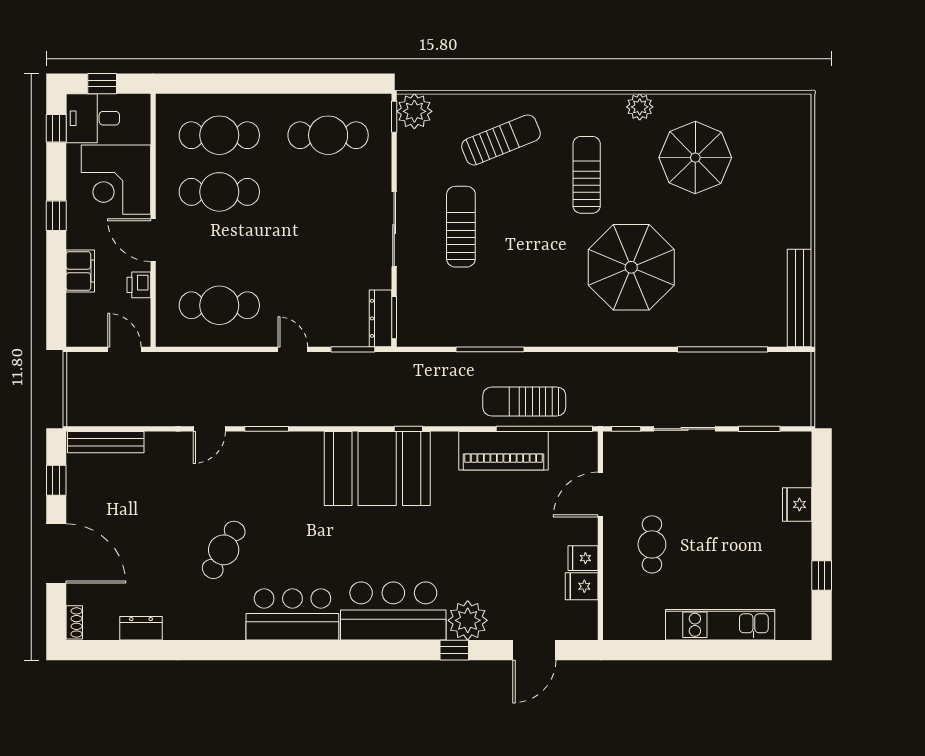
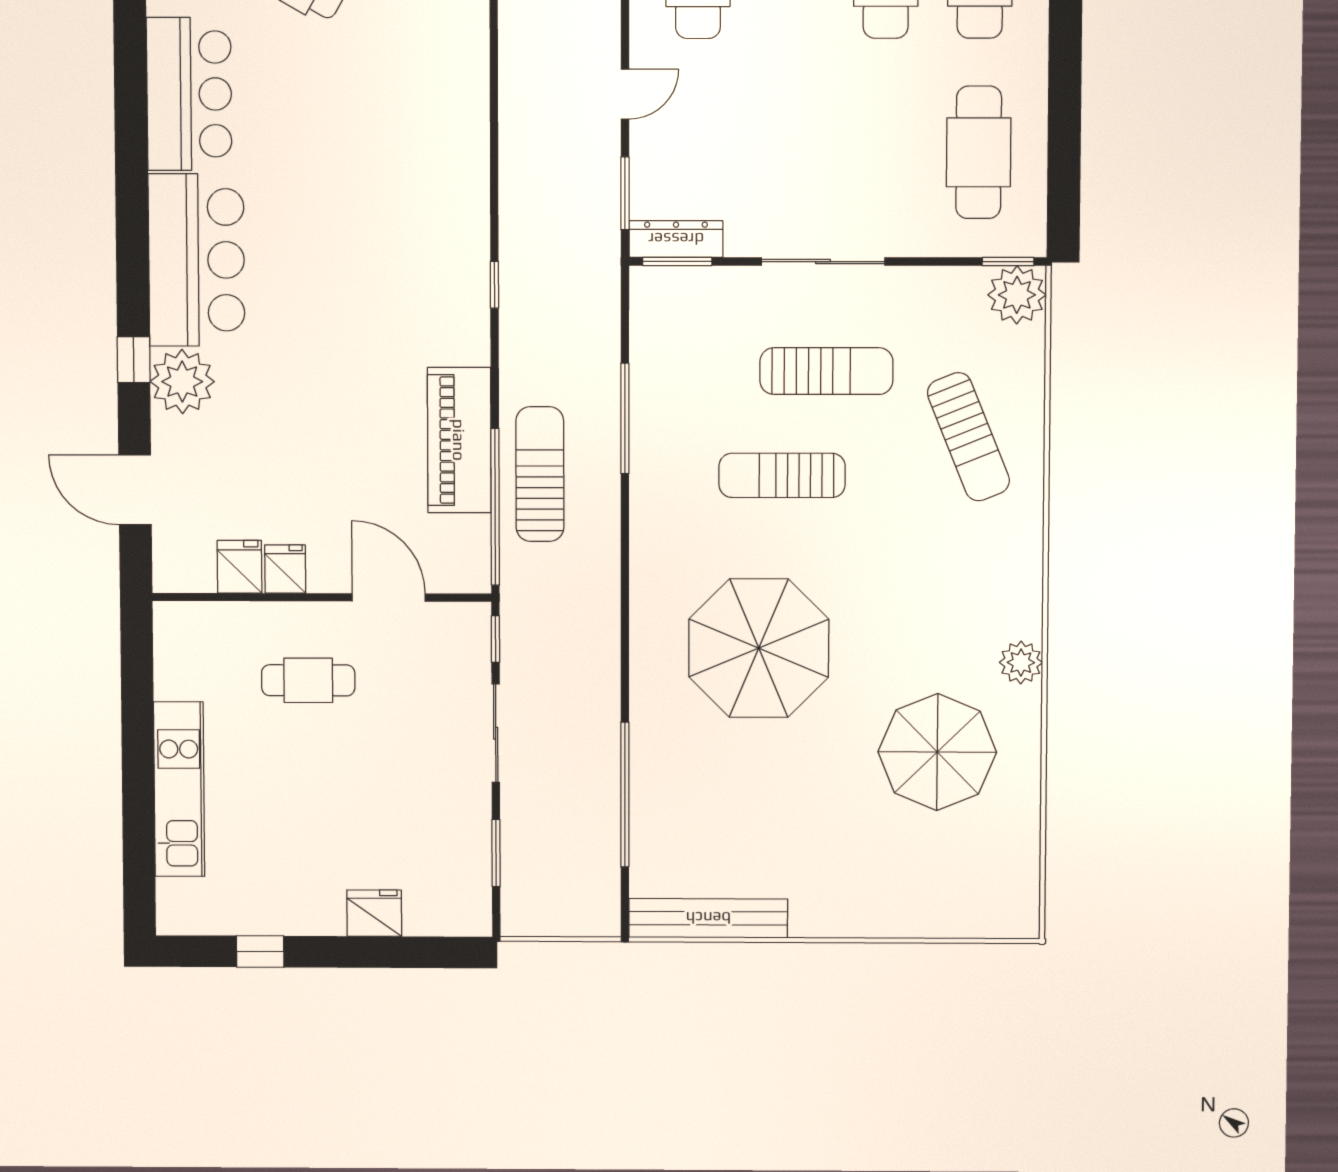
sun lounger: (587, 175) -> (782, 475), moved, turned 180
window: (267, 429) -> (494, 51), removed
booth: (377, 469) -> (429, 233), removed

